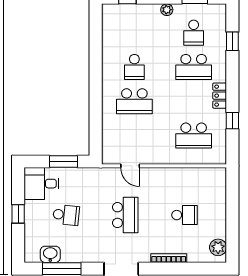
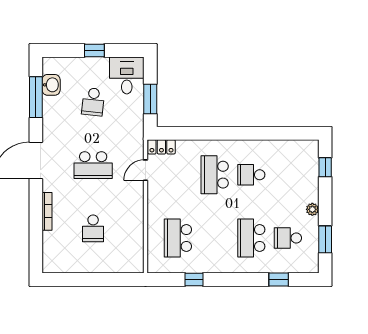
locker: (220, 96) -> (161, 147), moved, turned 180
plant: (218, 247) -> (59, 264), removed

